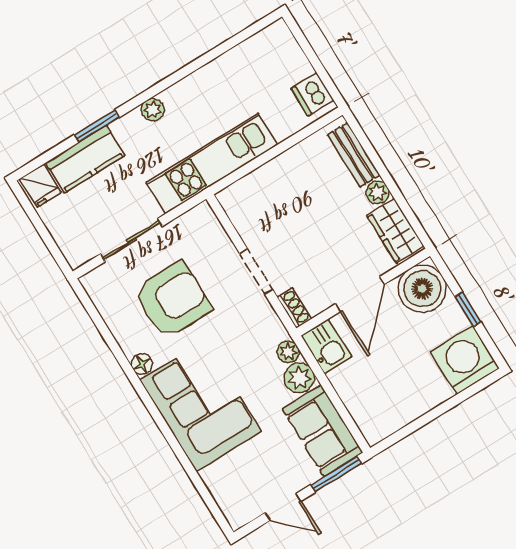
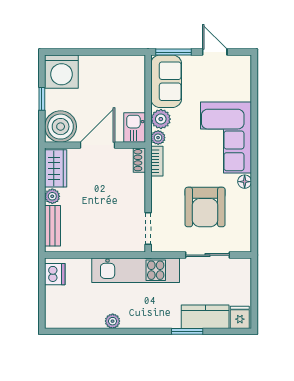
plant: (153, 110) -> (113, 321), moved
doorway: (256, 271) -> (148, 228), moved
armchair: (173, 300) -> (205, 207), turned -90
bookcase: (271, 321) -> (157, 161), added

